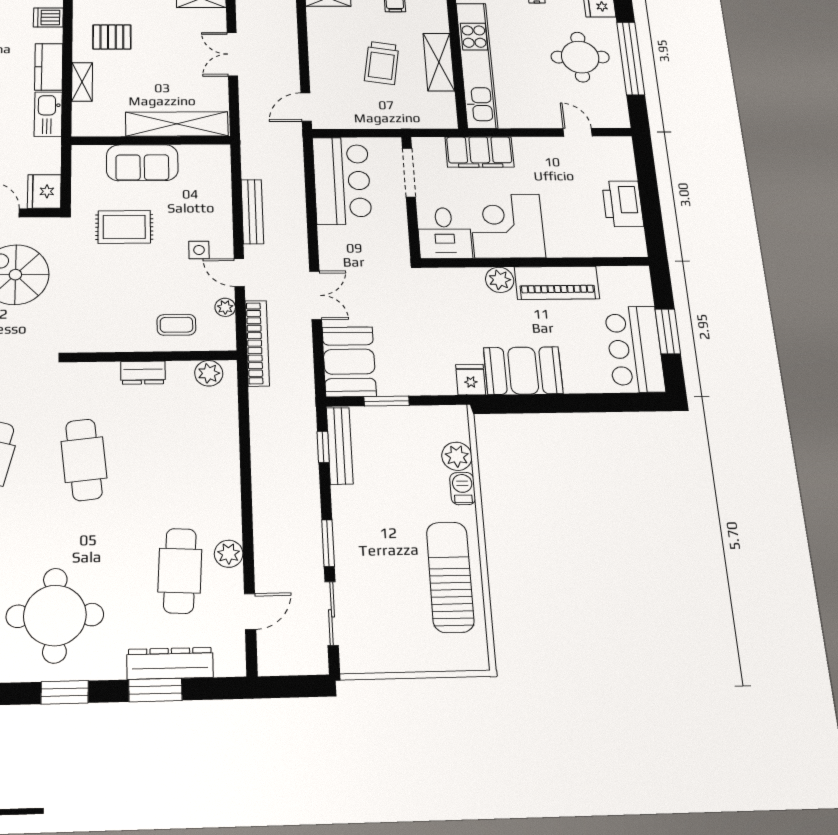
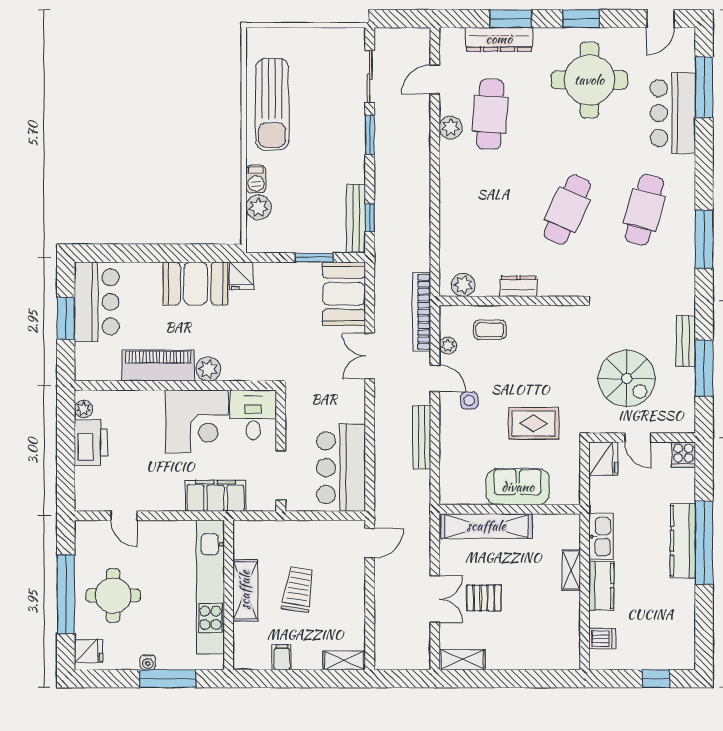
pallet: (112, 37) -> (484, 598), moved
plant: (635, 237) -> (84, 409), added
cafe table: (84, 460) -> (567, 210), turned 30

